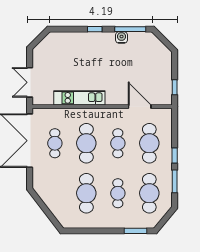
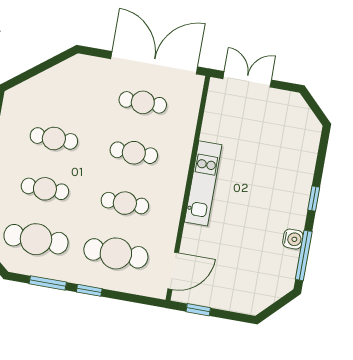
kitchen unit: (79, 98) -> (203, 183), moved
door: (140, 107) -> (173, 271), moved
cafe table: (86, 143) -> (134, 153), width x0.73, depth x0.74
cafe table: (86, 193) -> (54, 138), width x0.73, depth x0.74

